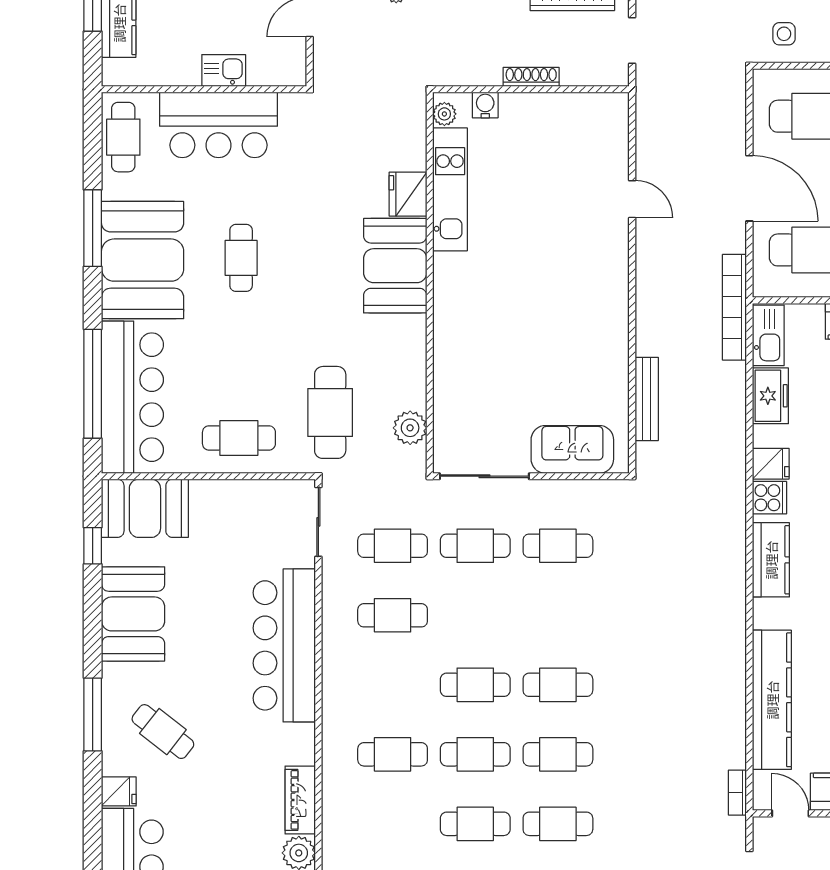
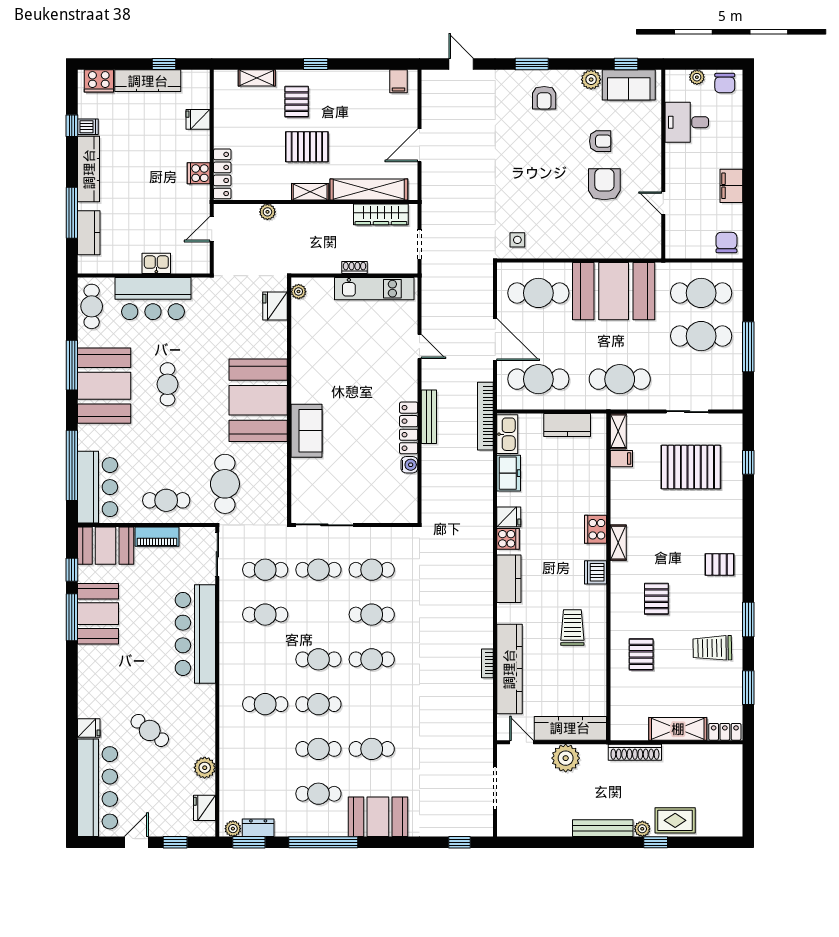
shoe rack: (531, 77) -> (354, 268), width x0.70
water cooler: (485, 105) -> (409, 465), moved, turned 90
kitchen unit: (450, 189) -> (374, 289), moved, turned 90
fridge: (408, 194) -> (275, 306), moved
booth: (395, 266) -> (258, 400), width x1.36, depth x1.42
locker: (615, 326) -> (409, 428), added
bar counter: (132, 397) -> (98, 487), width x0.73
bench: (647, 399) -> (429, 417), moved
plant: (410, 428) -> (276, 494), removed
sofa: (572, 449) -> (306, 431), moved, turned 90
window: (93, 714) -> (72, 617), moved
cafe table: (163, 732) -> (150, 730), moved
cafe table: (558, 754) -> (372, 615), moved
bookcase: (737, 793) -> (487, 663), moved
piano: (300, 800) -> (157, 537), moved, turned -90

